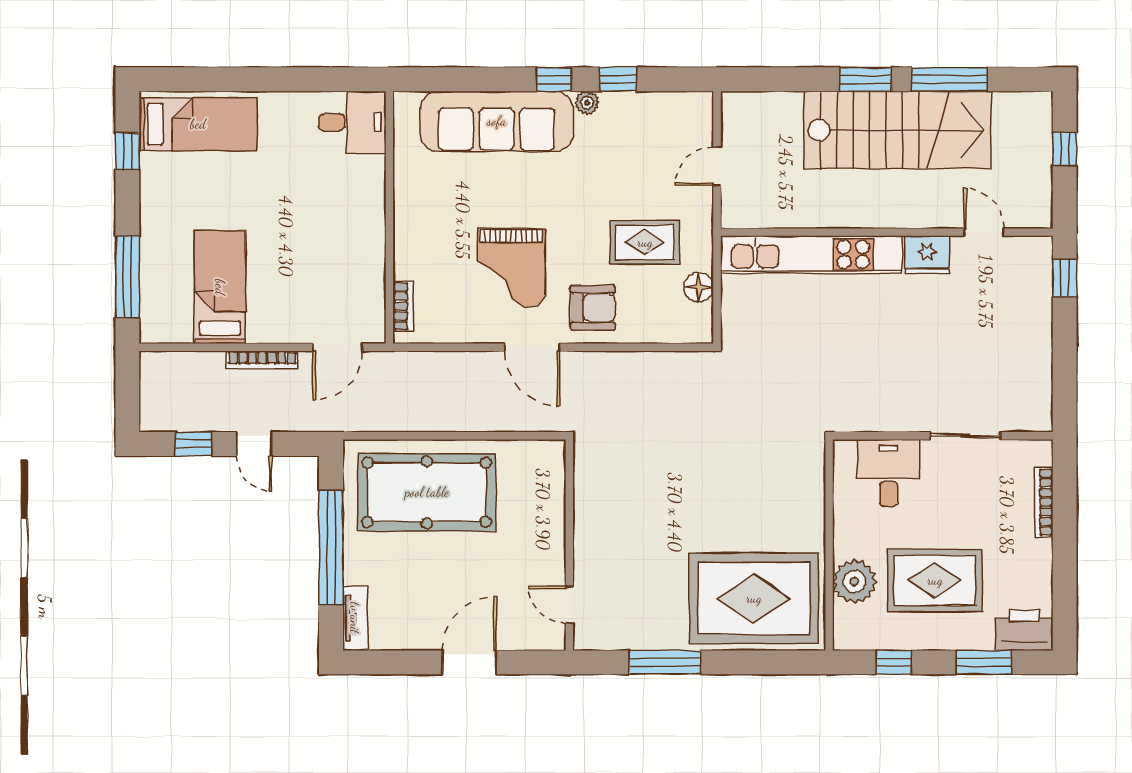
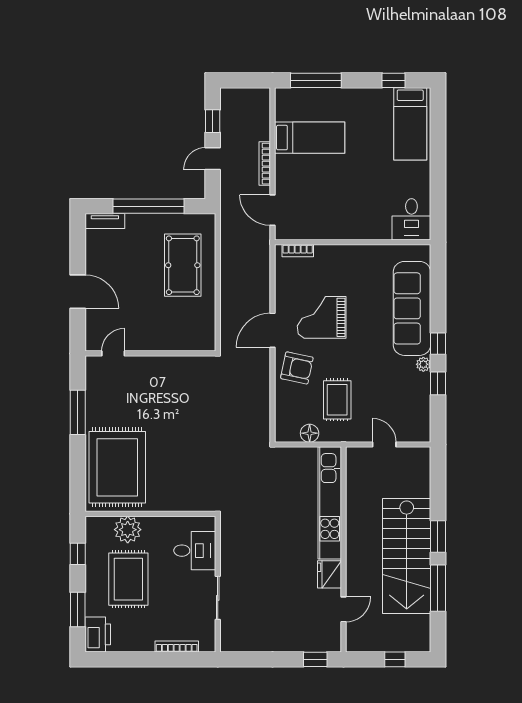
armchair: (593, 308) -> (297, 368), turned -78
pool table: (427, 492) -> (183, 265), width x0.73, depth x0.76

